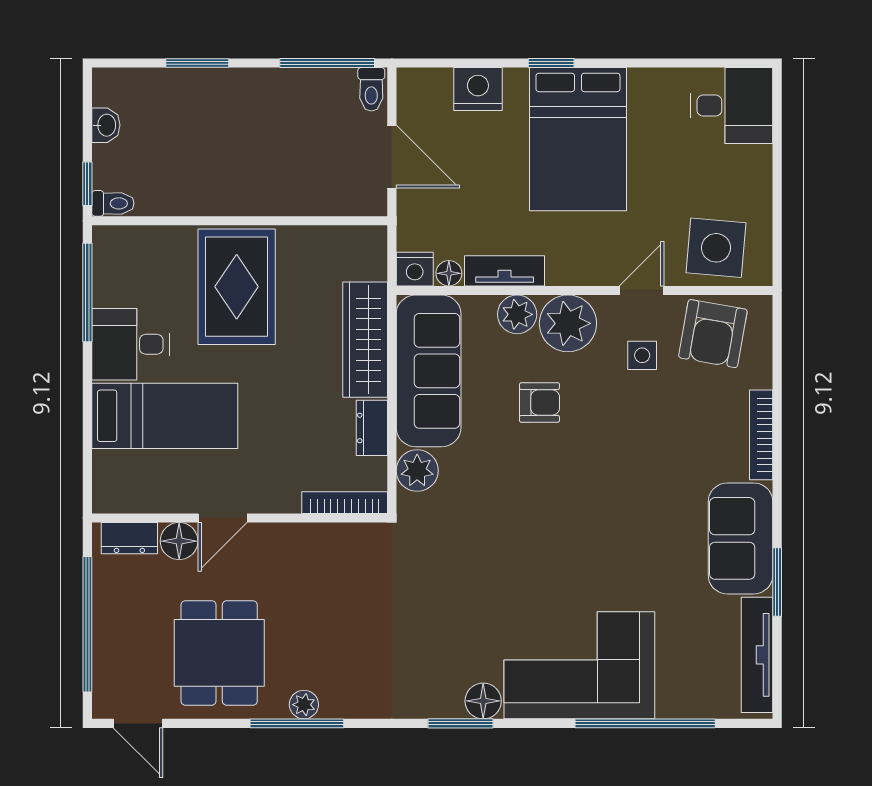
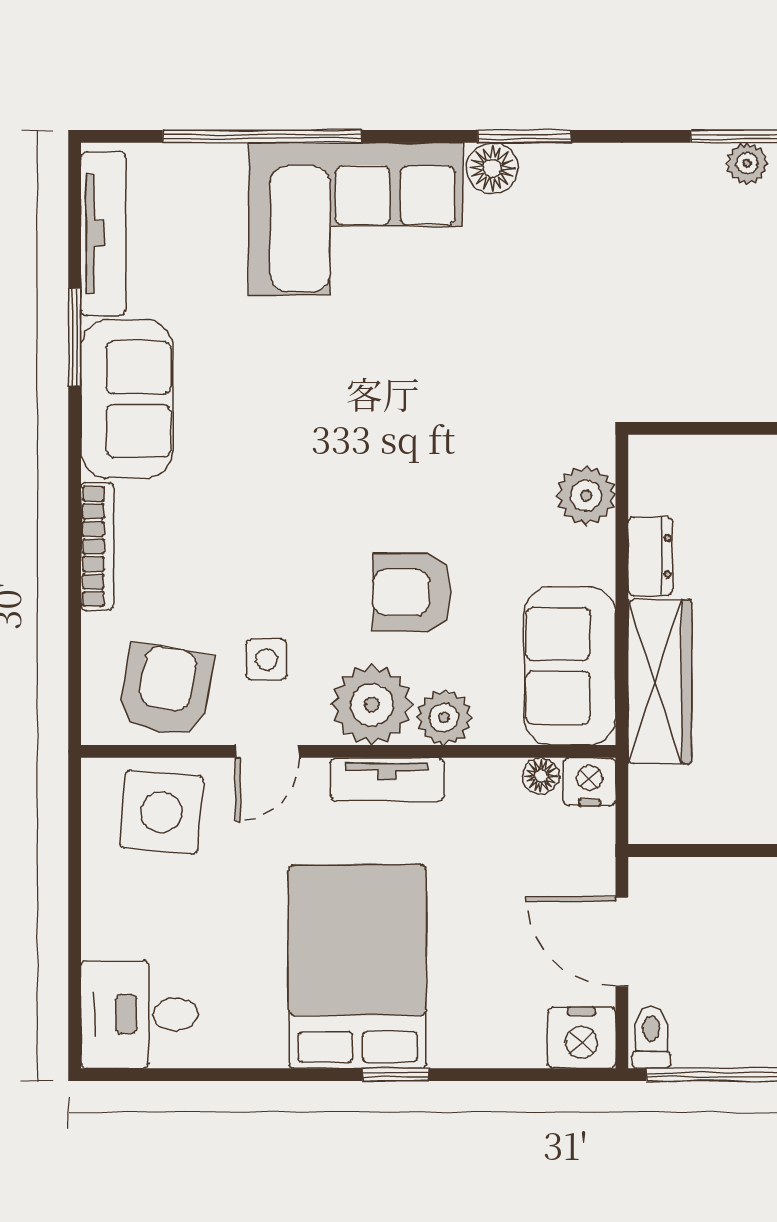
nightstand: (478, 89) -> (581, 1038), moved
tv unit: (505, 271) -> (387, 779), moved
sofa: (429, 371) -> (570, 666), width x0.73
armchair: (540, 403) -> (412, 592), width x1.38, depth x1.38
bookcase: (345, 503) -> (689, 450), removed

